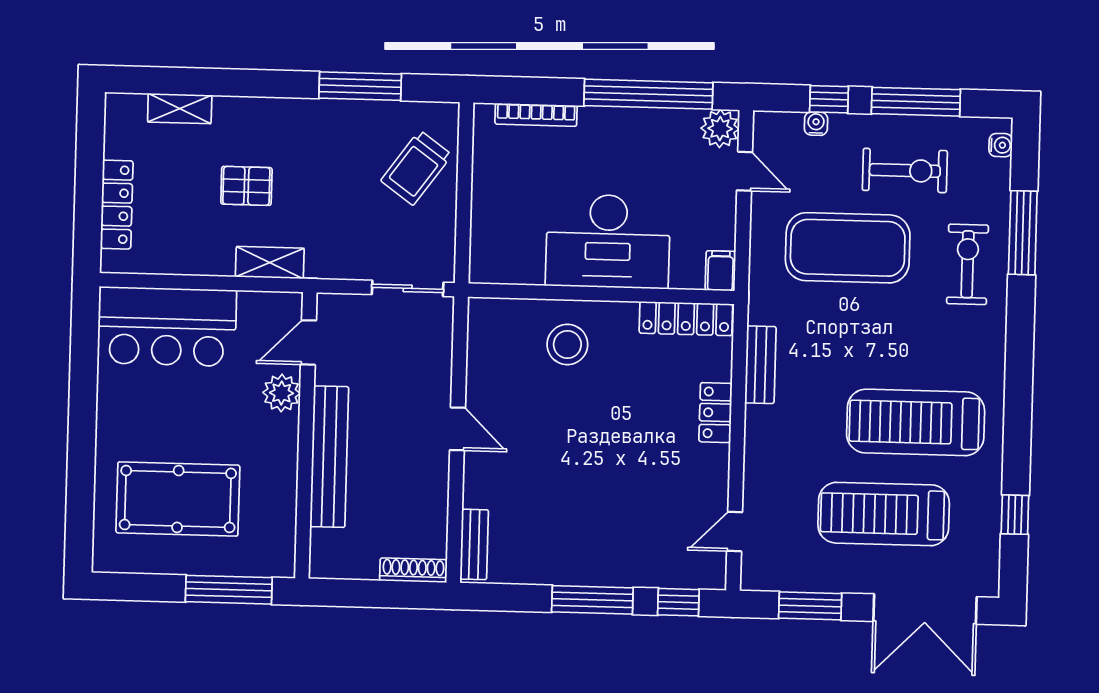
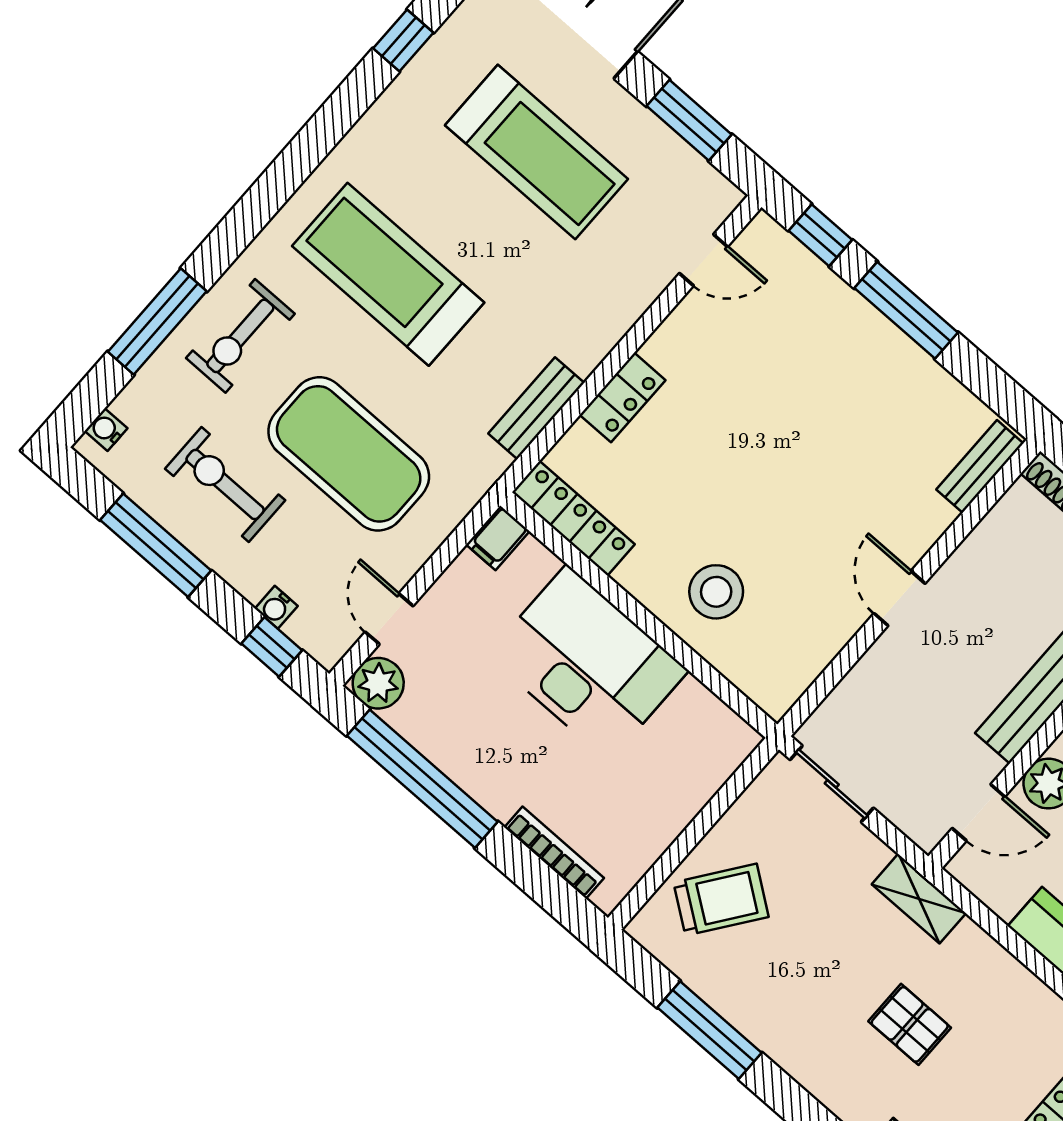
window: (829, 99) -> (272, 647), moved
shelving: (270, 263) -> (919, 899), moved
treadmill: (916, 422) -> (388, 274), moved, turned 180

